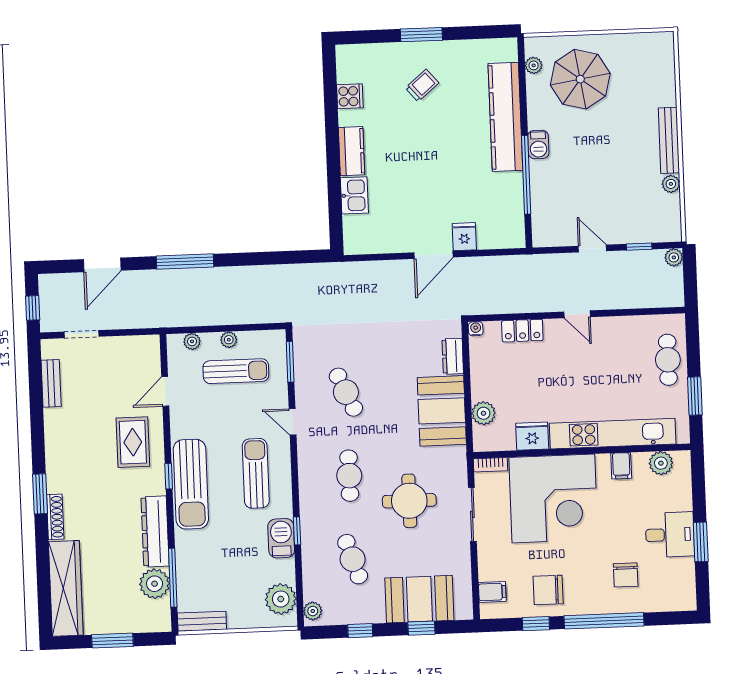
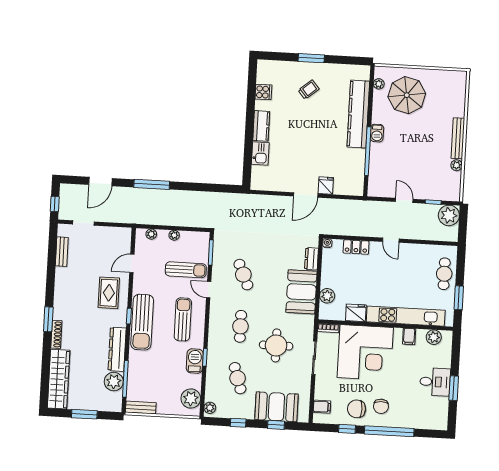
plant: (674, 257) -> (449, 215), width x1.87, depth x1.87
sun lounger: (236, 371) -> (186, 270), moved
chair: (626, 575) -> (381, 406), moved

